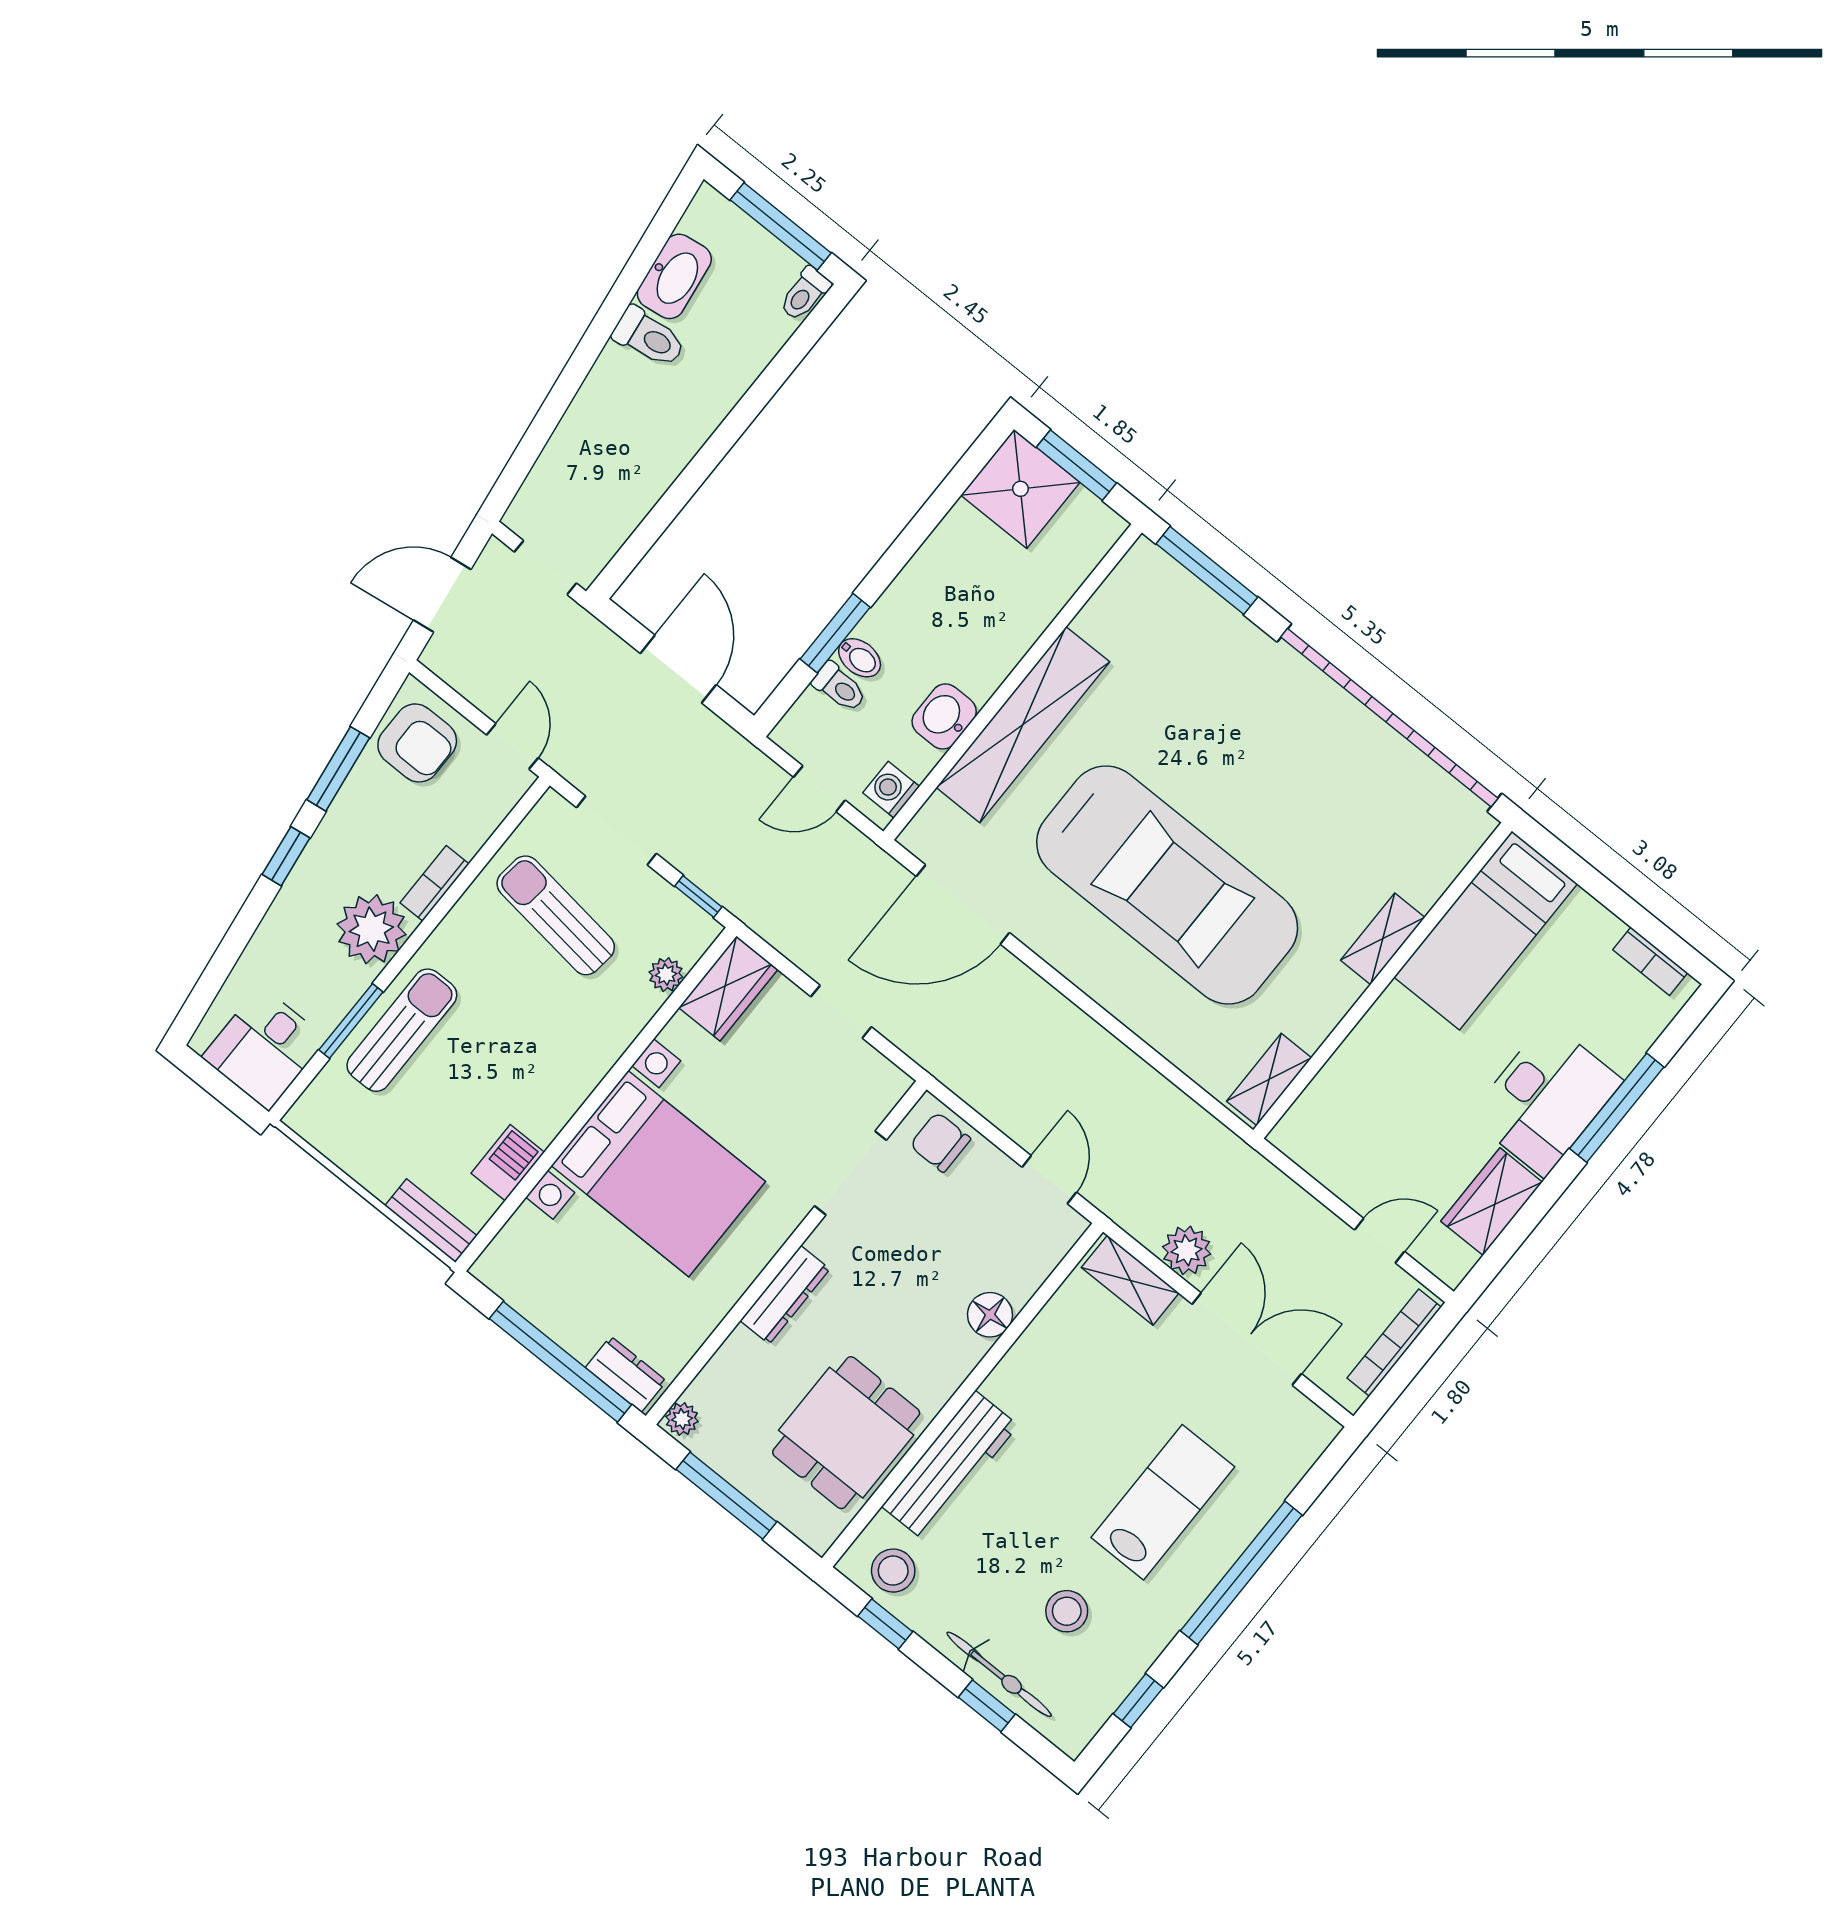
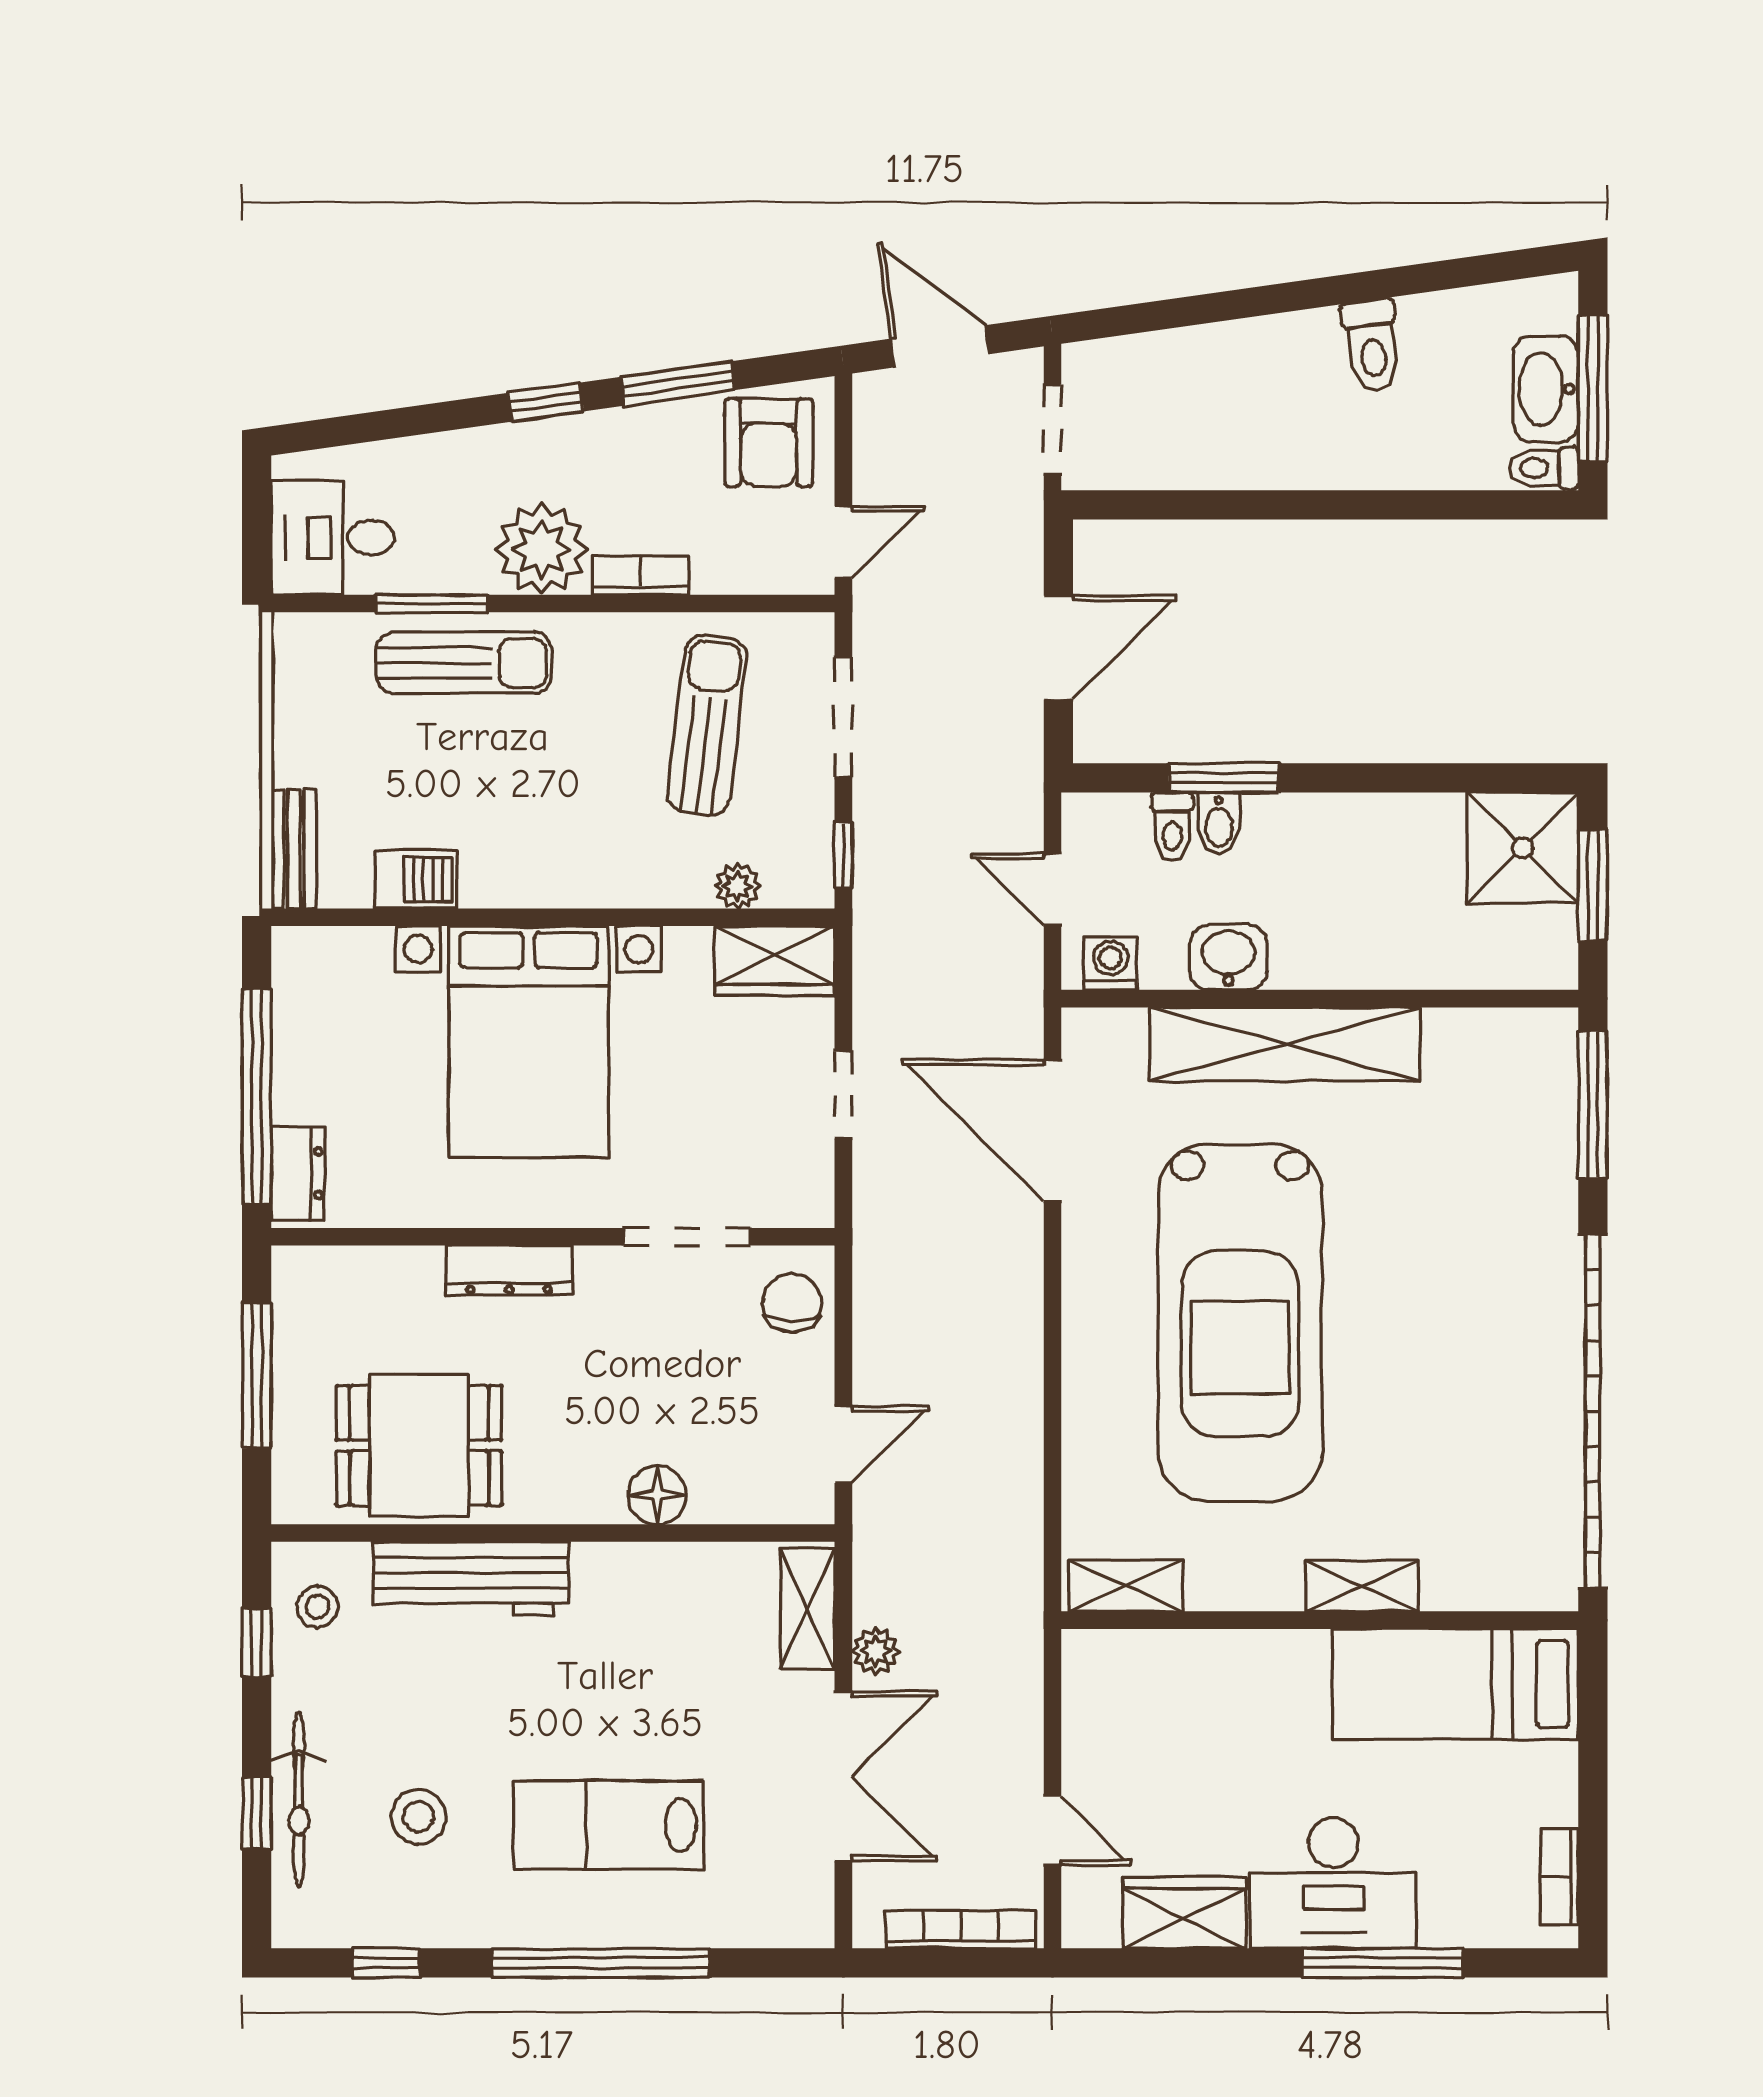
washbasin: (674, 276) -> (1546, 389), moved, turned 98
plant: (1187, 1250) -> (875, 1651), width x0.73, depth x0.73
plant: (682, 1419) -> (298, 1267), removed
lab bench: (1163, 1502) -> (608, 1825), turned 180
stool: (893, 1571) -> (317, 1607), width x0.73, depth x0.73

